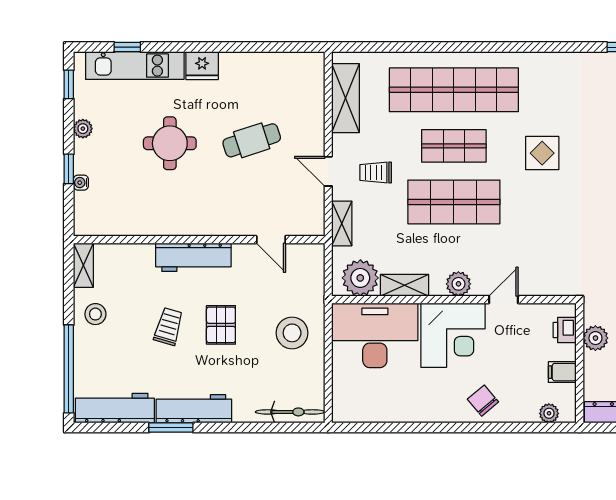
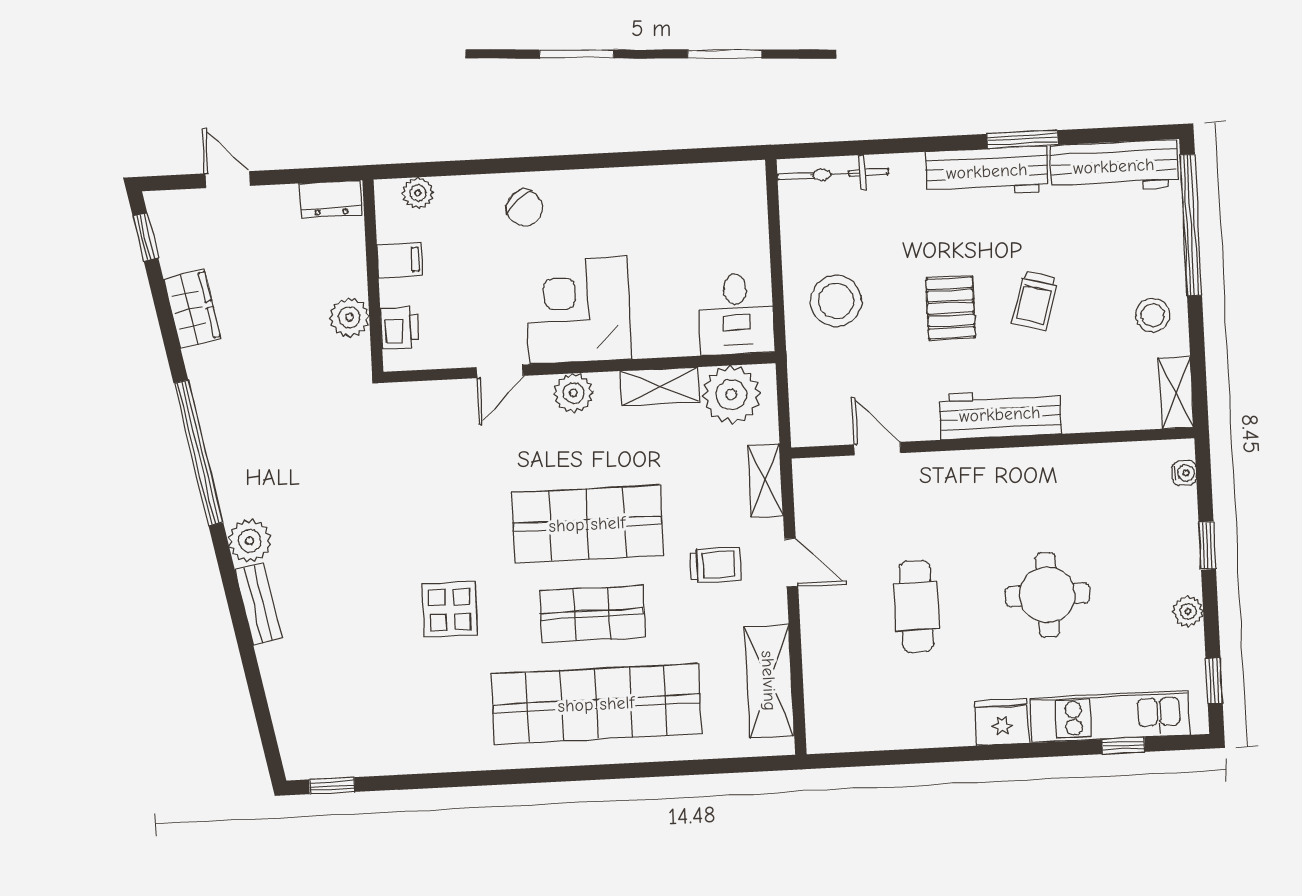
cafe table: (252, 140) -> (916, 606), turned -72
water cooler: (81, 183) -> (1184, 473), moved
desk: (375, 335) -> (736, 314), width x0.53, depth x0.77

